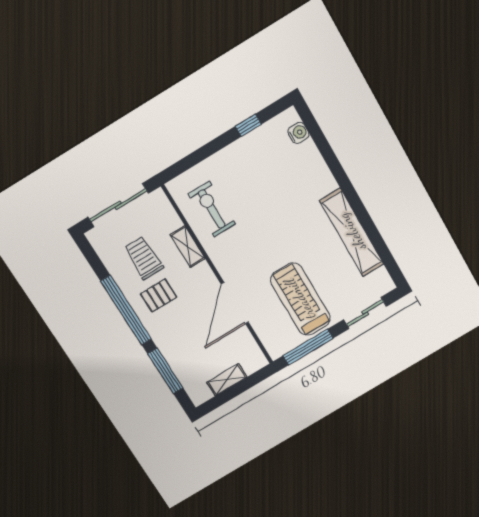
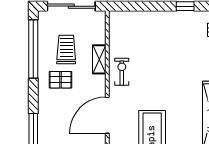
exercise bike: (212, 209) -> (122, 72), moved, width x0.73, depth x0.72
window: (126, 310) -> (33, 49), moved

